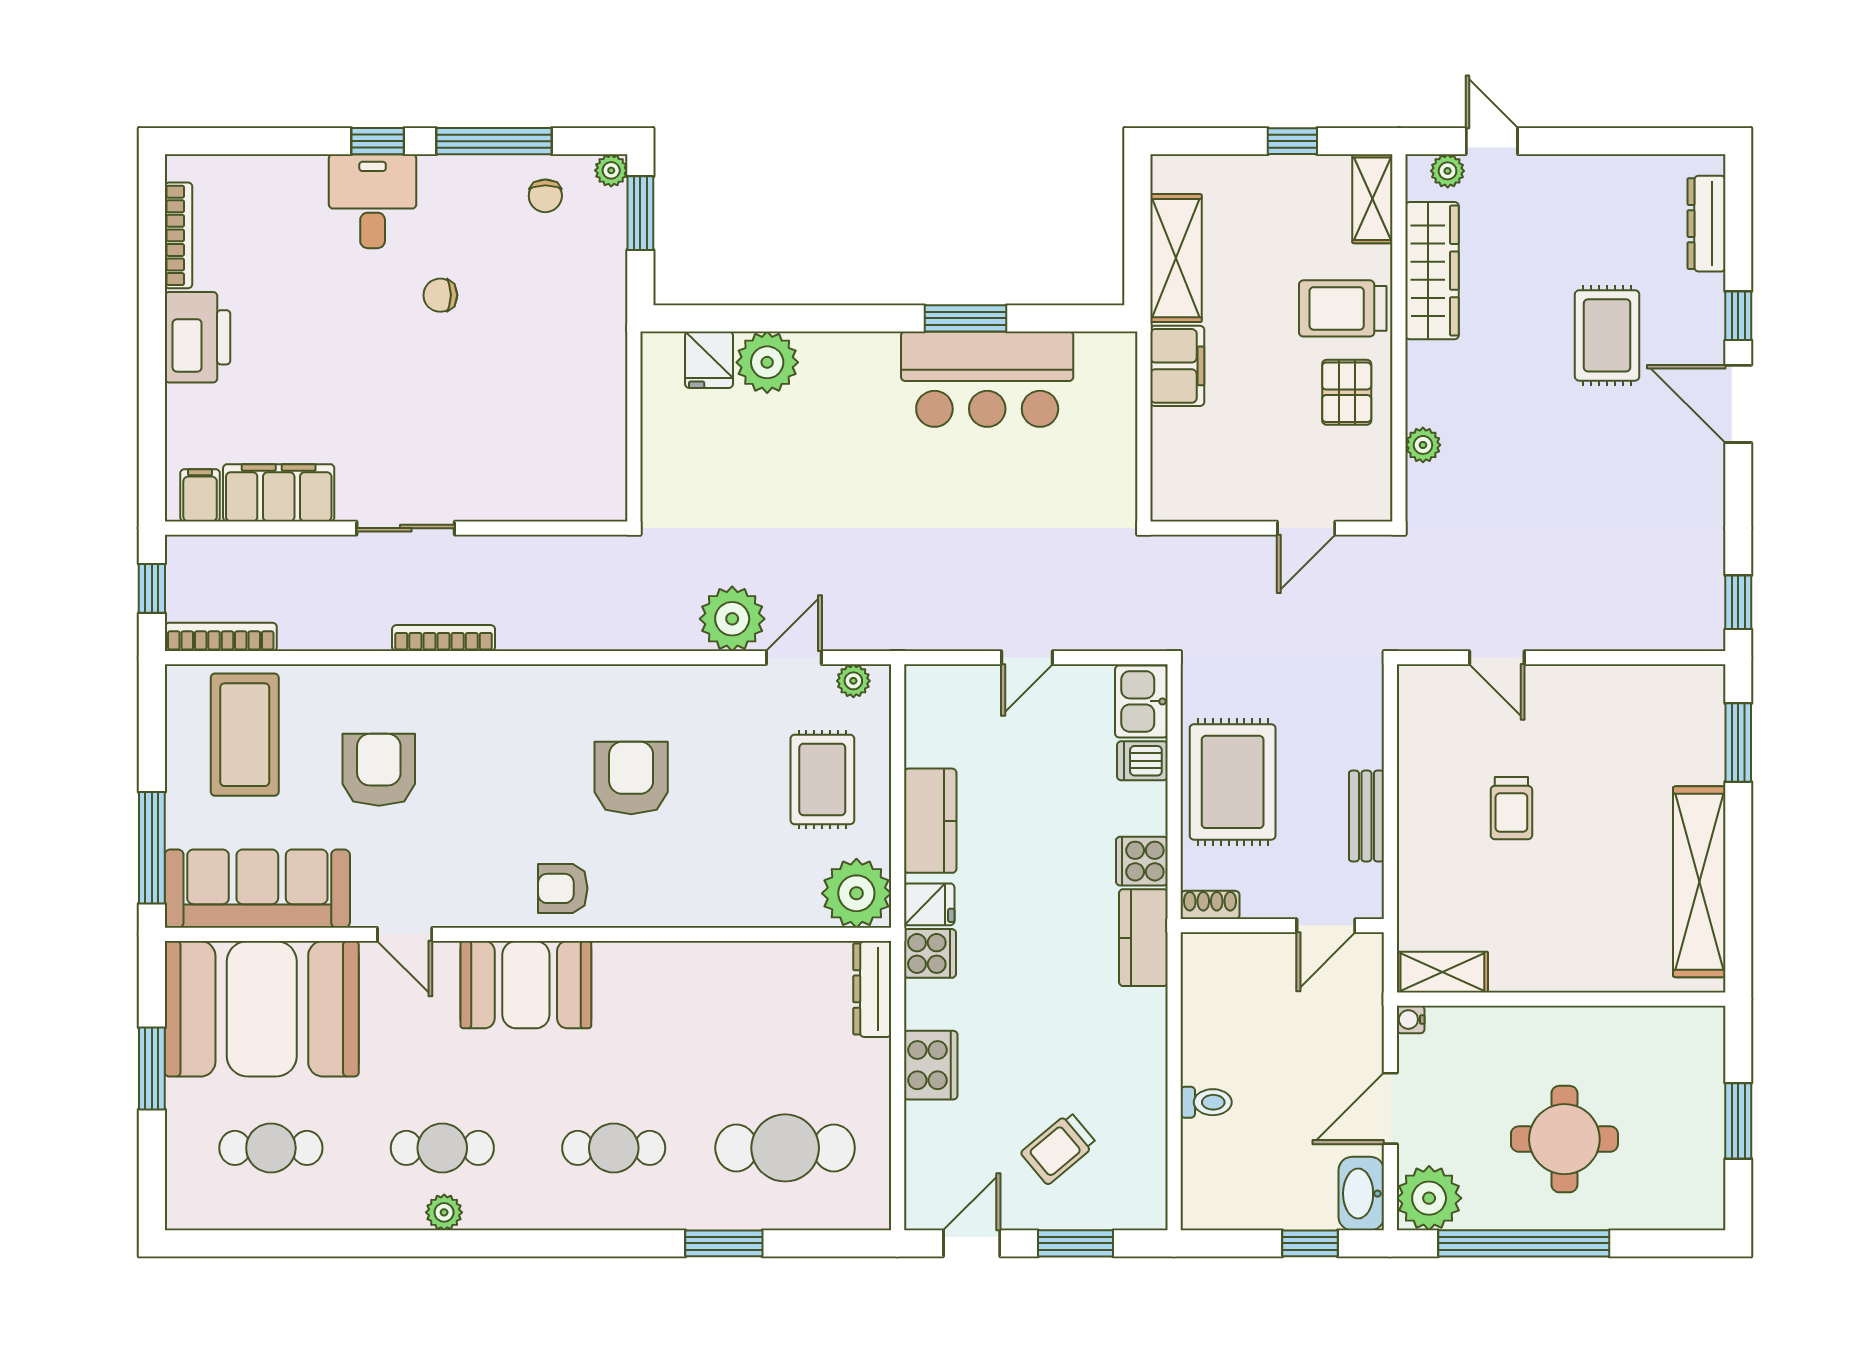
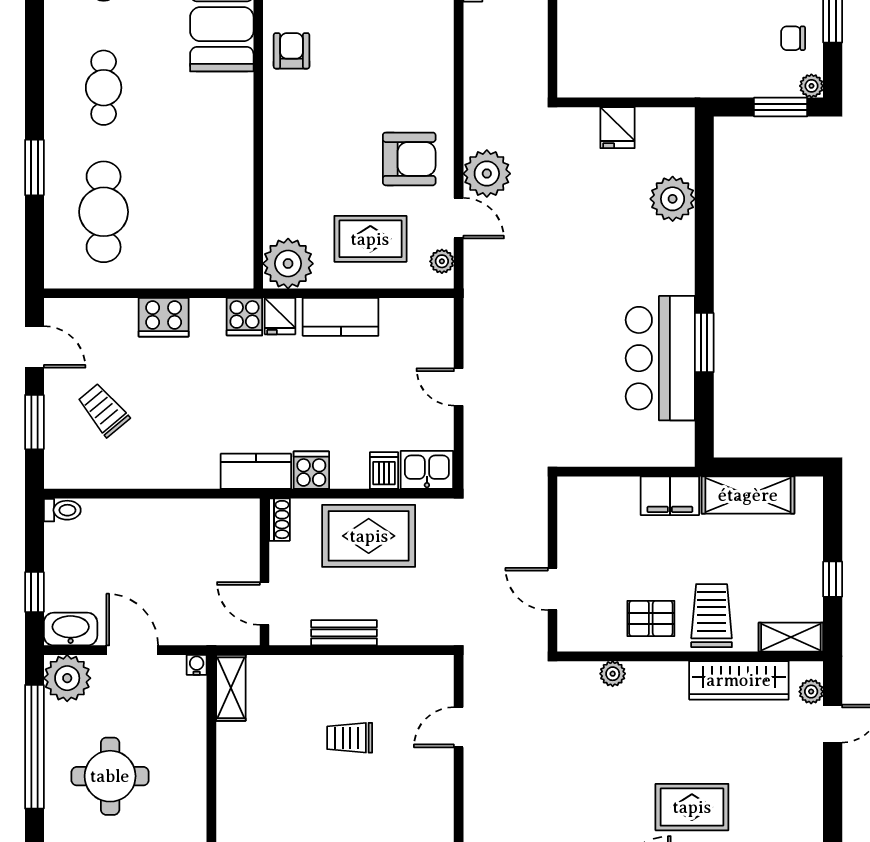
fridge: (709, 360) -> (618, 128), moved, turned -90
armchair: (631, 778) -> (409, 159), moved
dresser: (872, 989) -> (219, 275), removed
toilet: (1206, 1102) -> (62, 510), moved, turned -90

